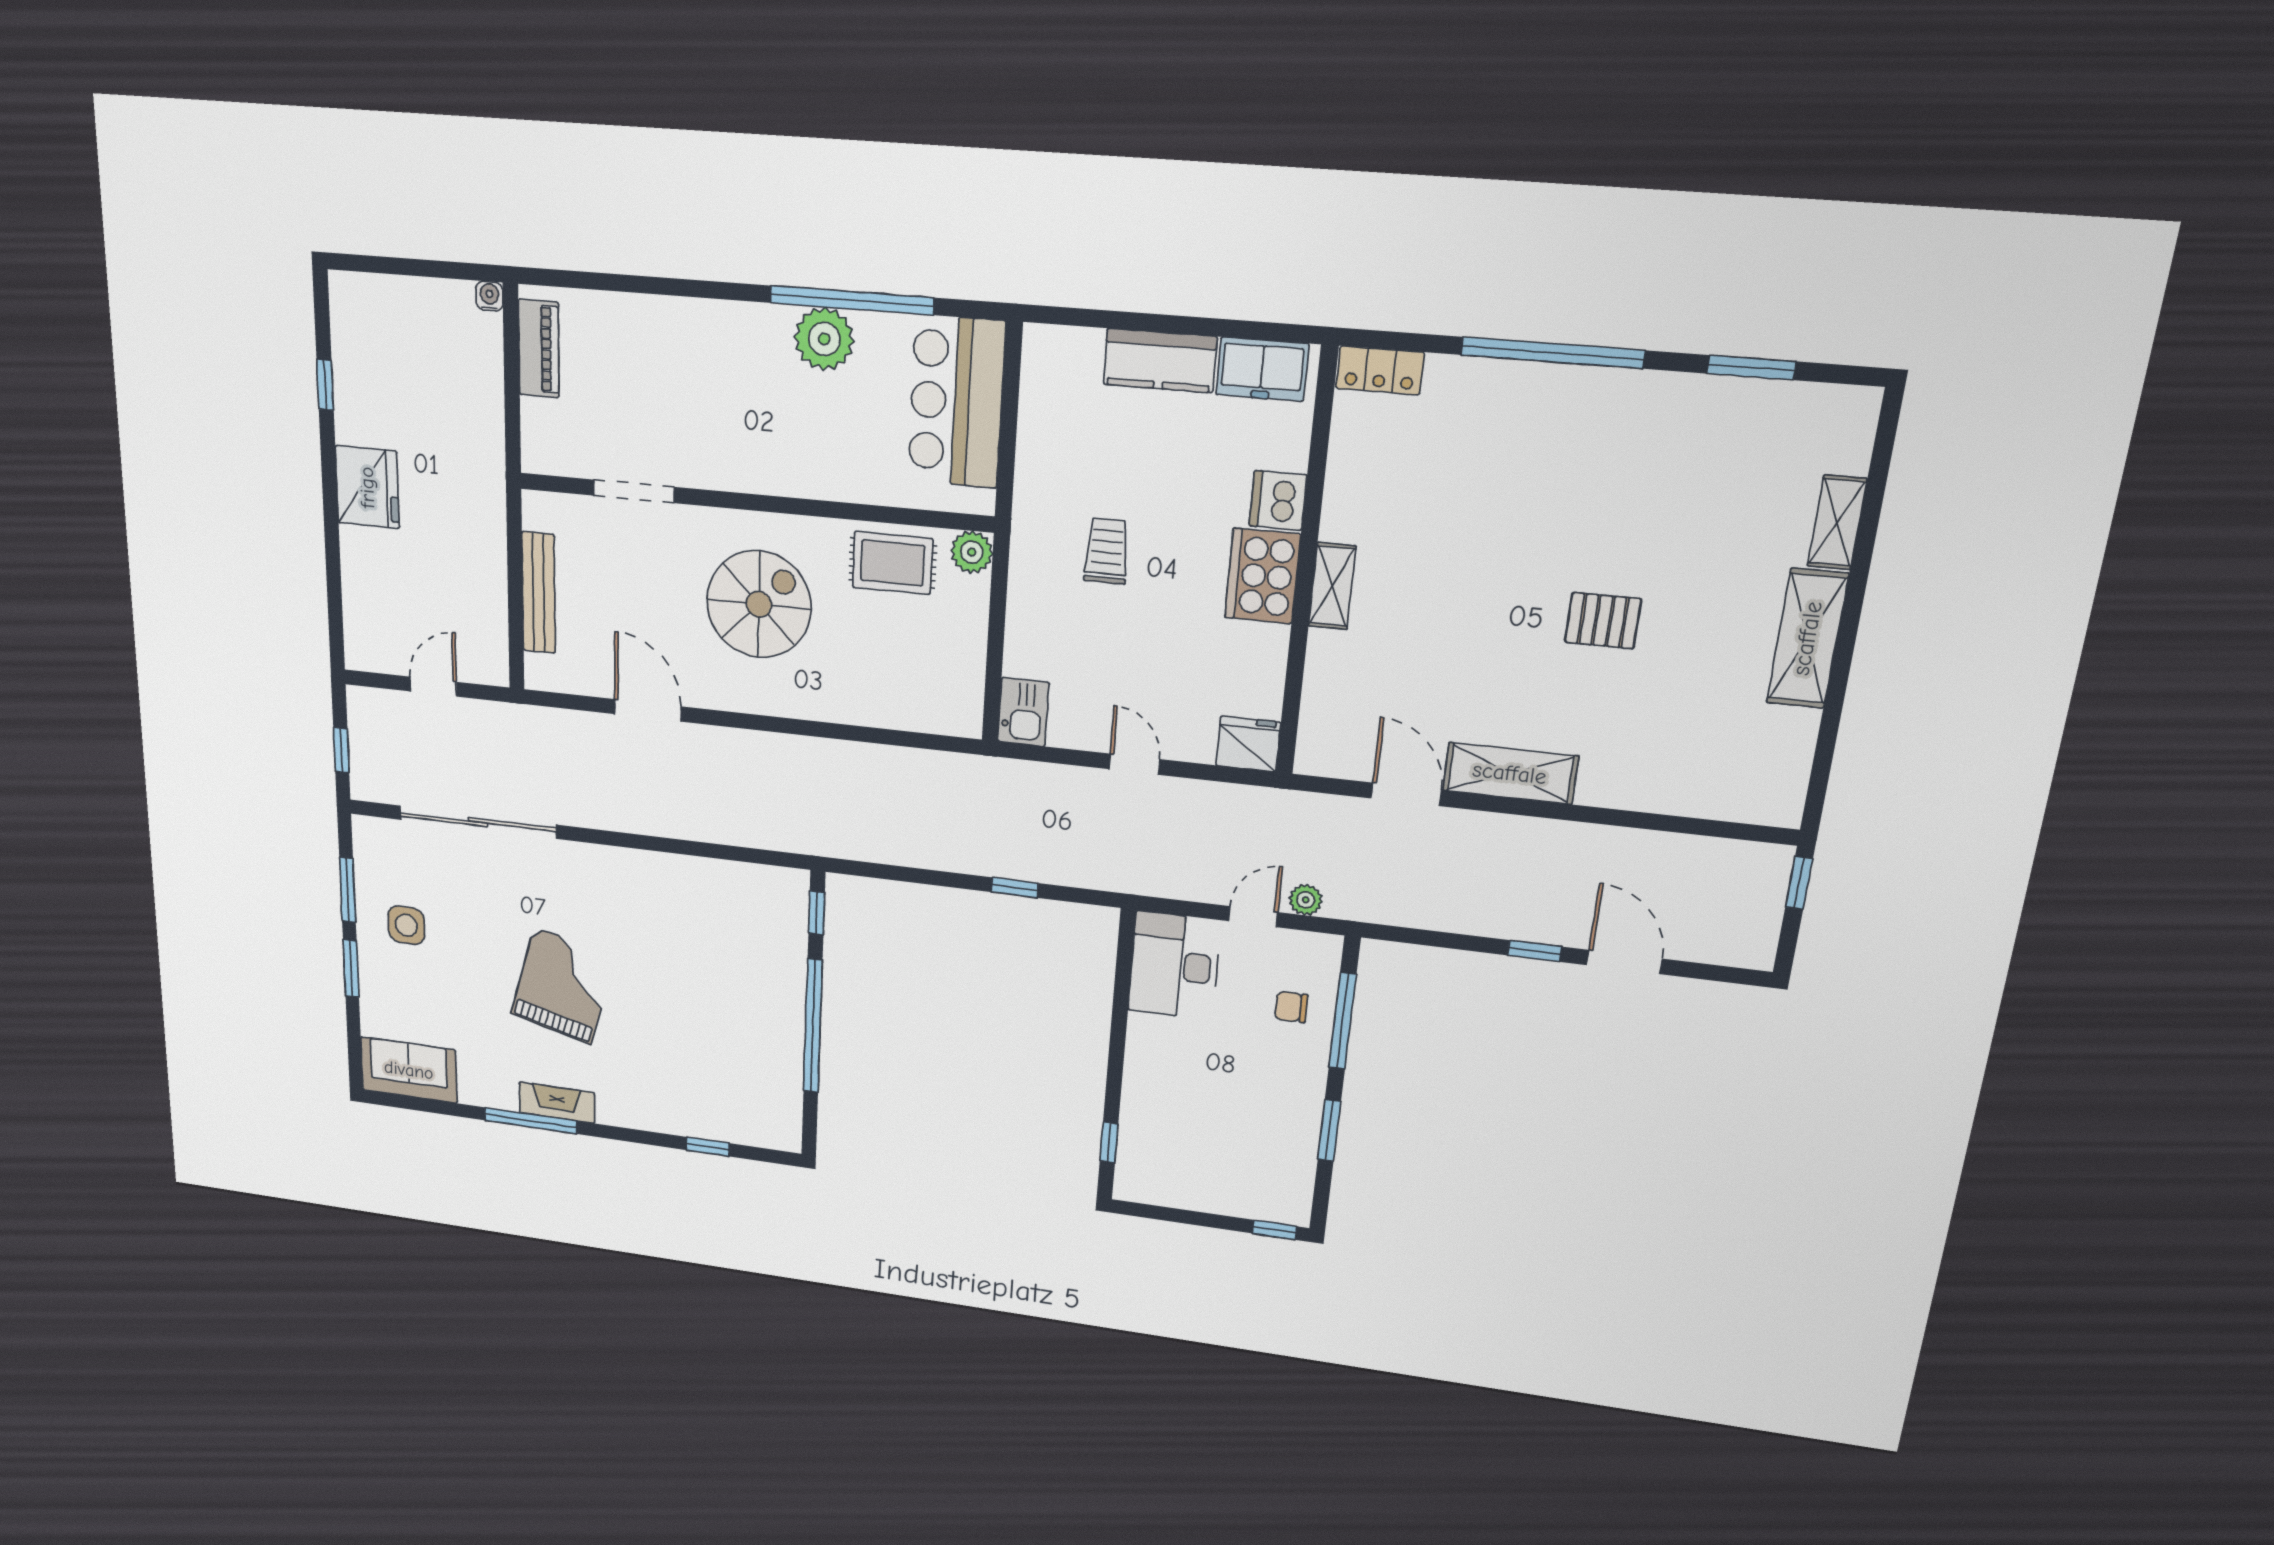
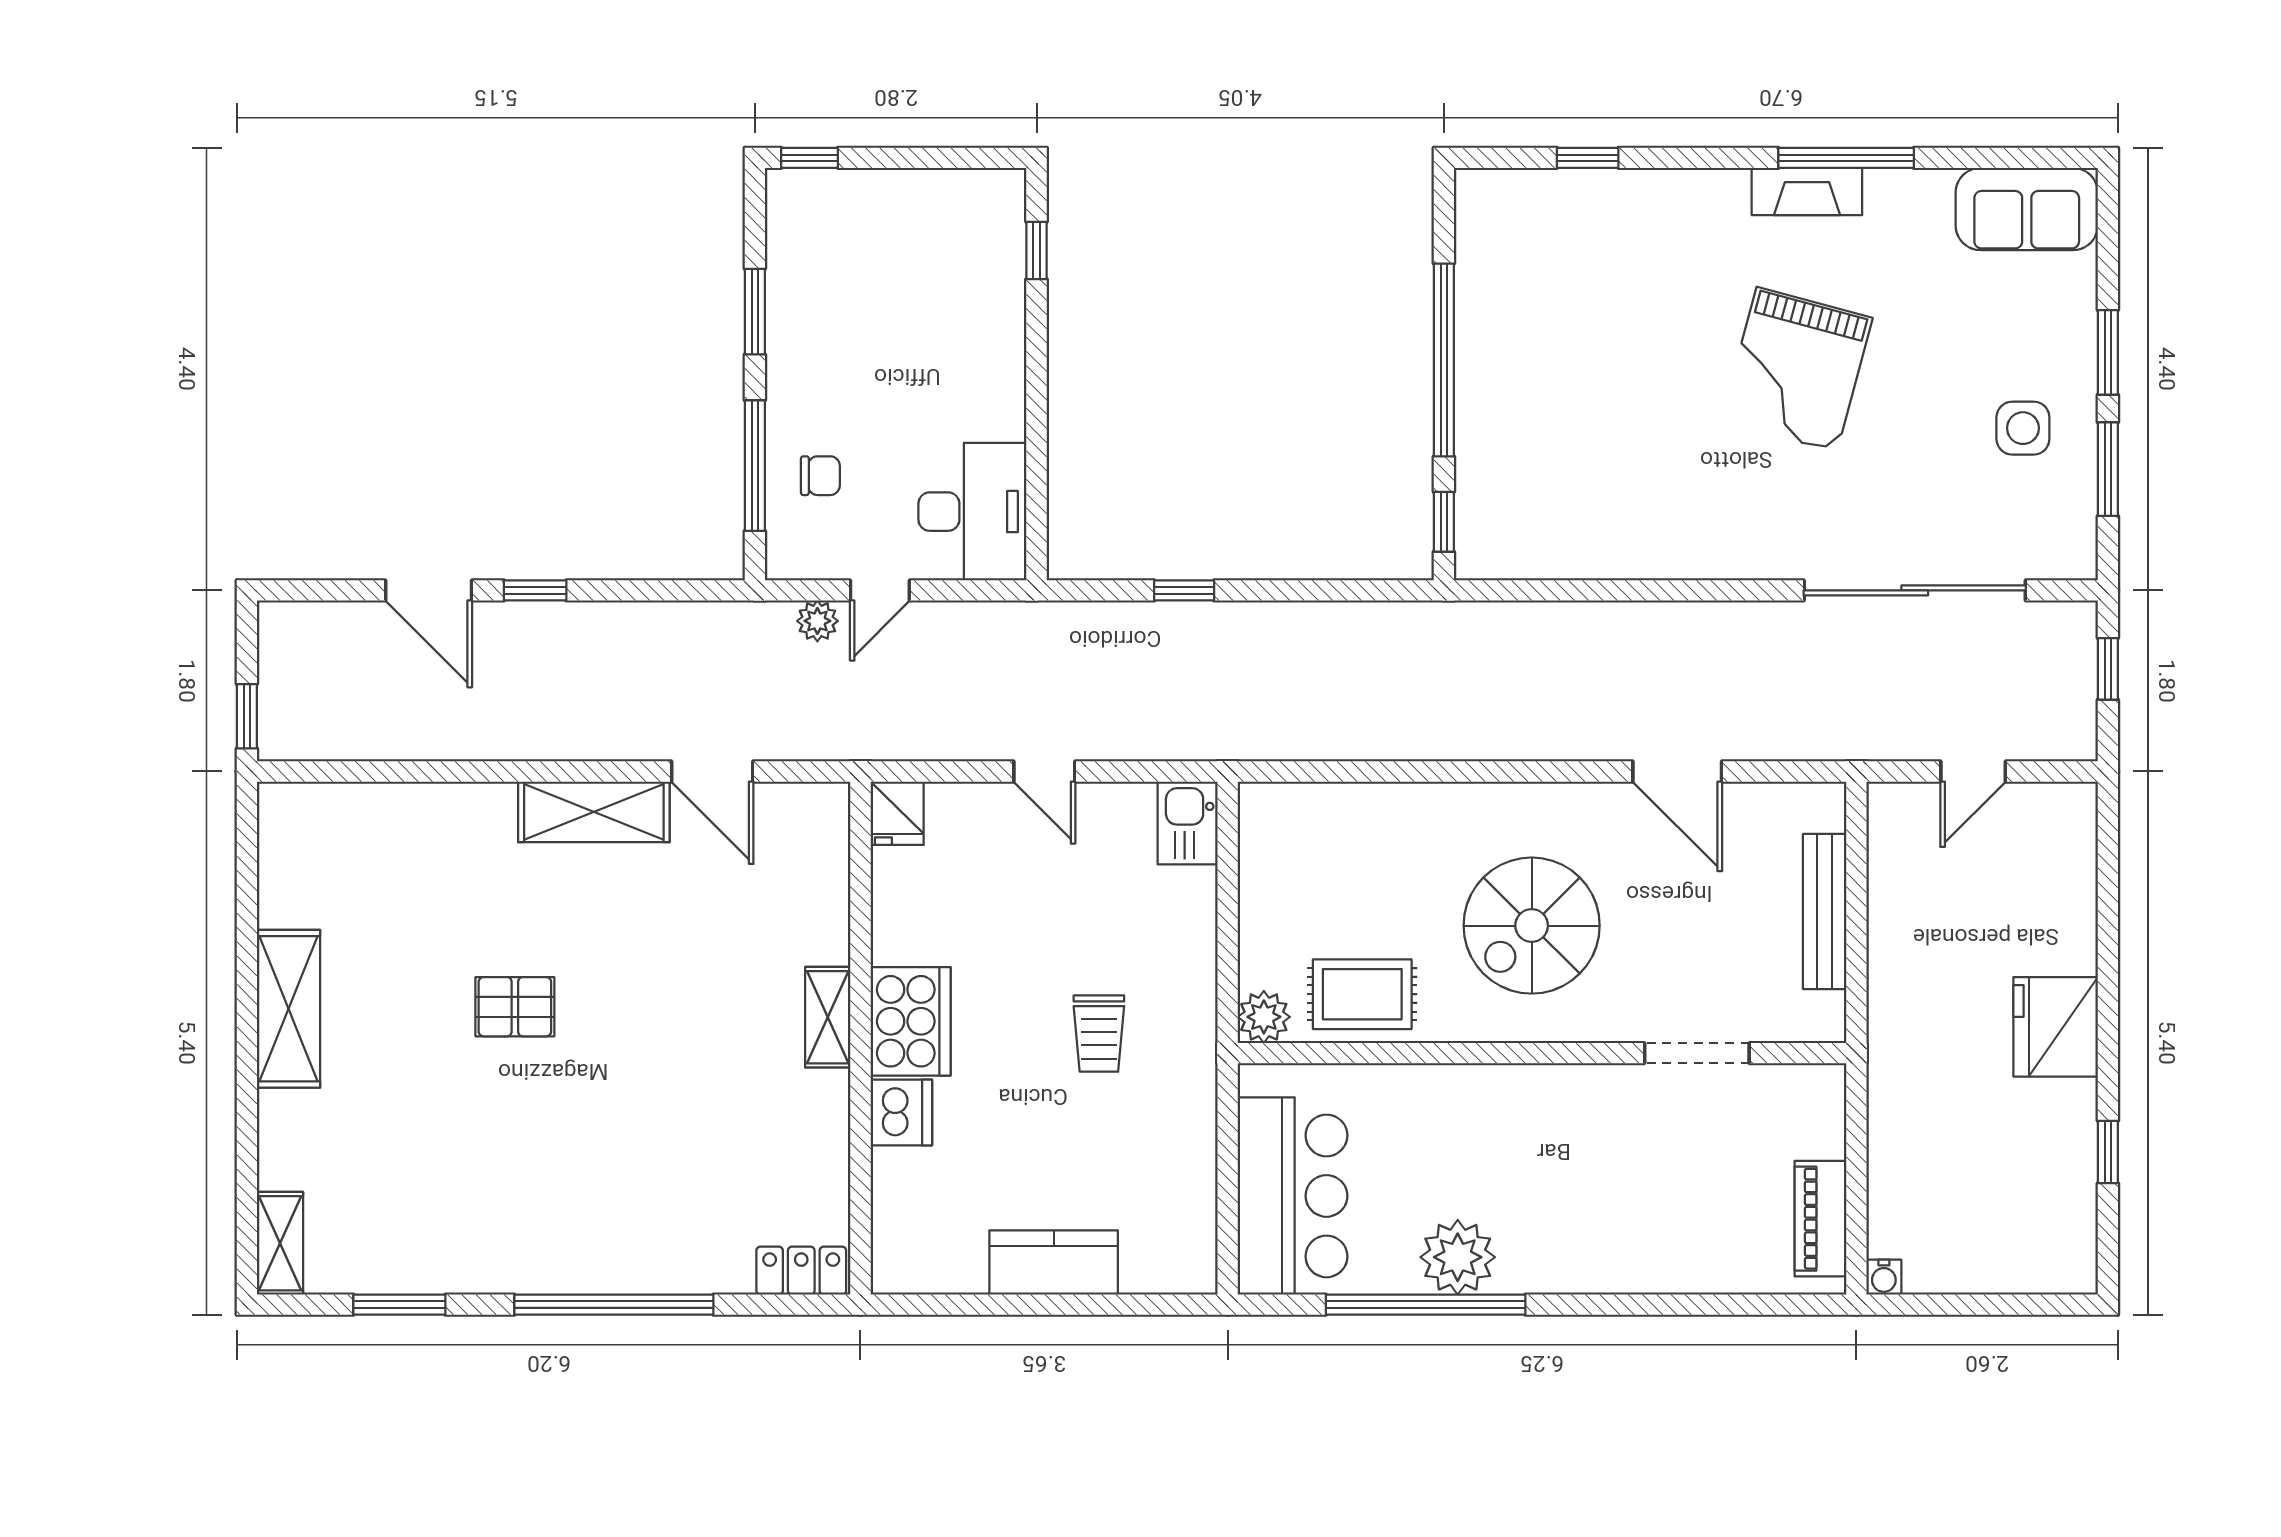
freezer: (1262, 369) -> (935, 1262), removed
shelving: (1837, 522) -> (280, 1243), moved
fridge: (1248, 744) -> (897, 813), width x0.72

